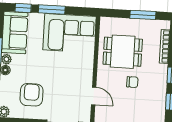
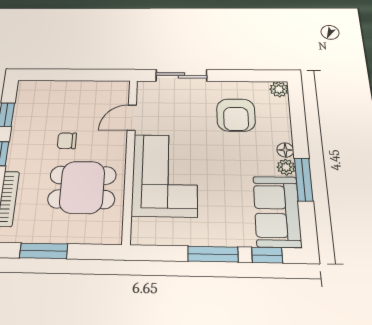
corner sofa: (69, 33) -> (165, 175), moved, turned 90
door: (94, 96) -> (132, 118), hinge flipped

